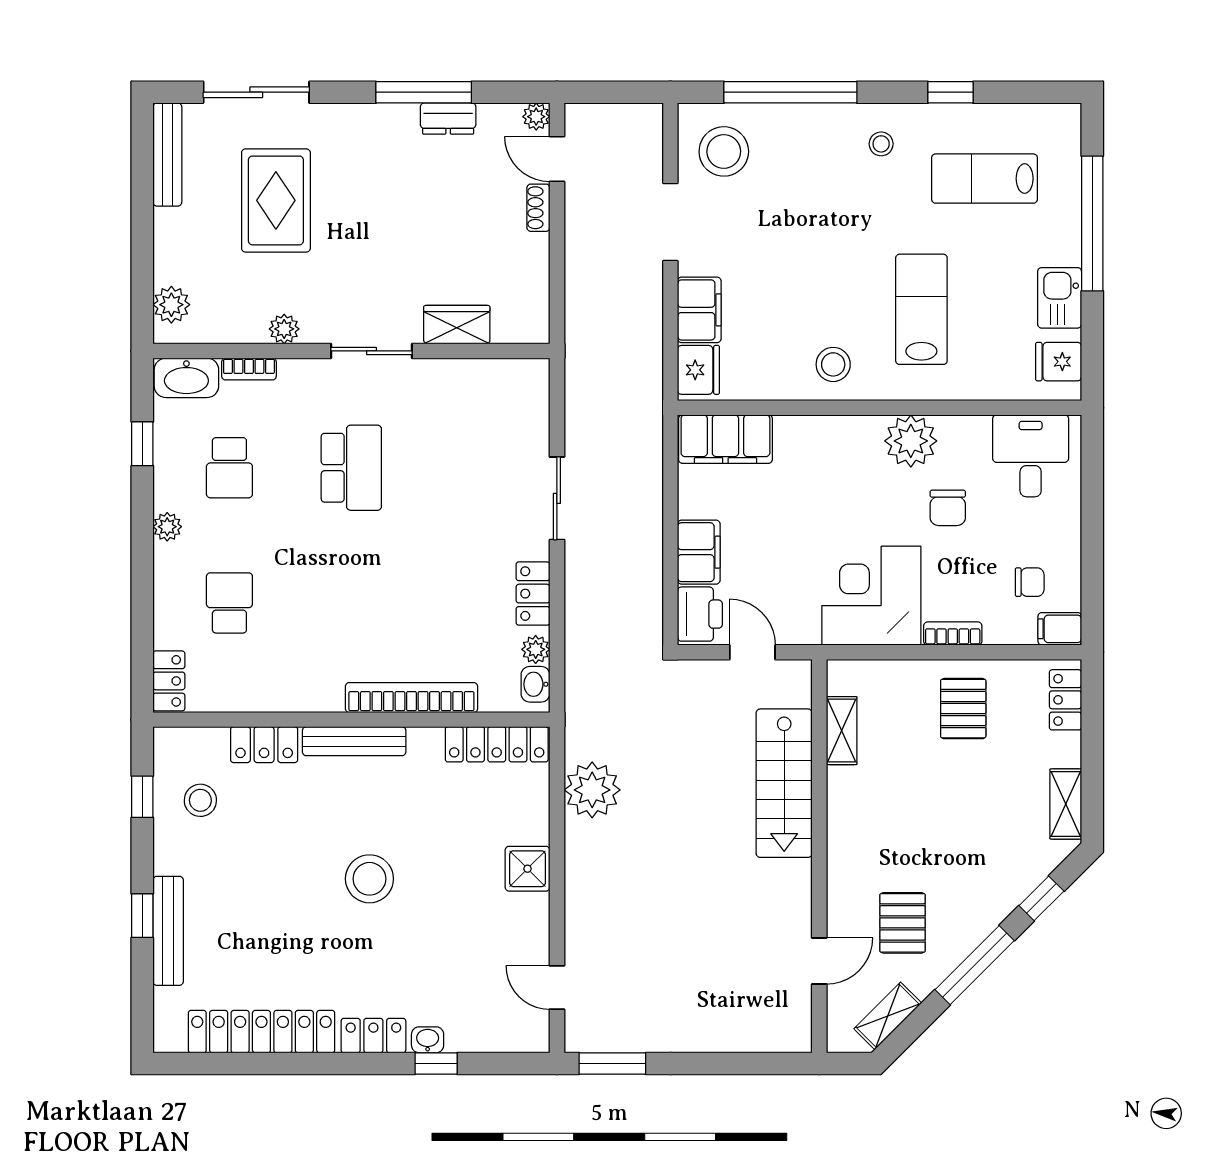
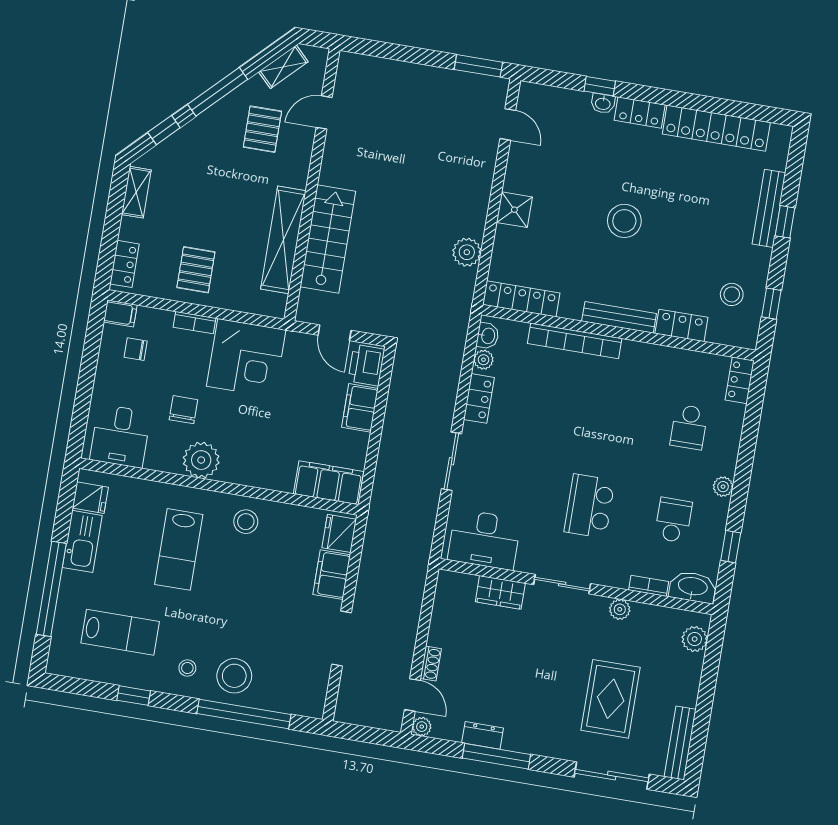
stool: (724, 151) -> (234, 676), moved
kitchen sink: (1060, 298) -> (82, 541), width x1.38
desk: (492, 396) -> (484, 539), added
shelving: (842, 731) -> (283, 240), width x2.20, depth x1.33
plant: (592, 790) -> (467, 252), width x0.73, depth x0.73

